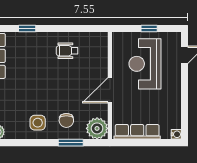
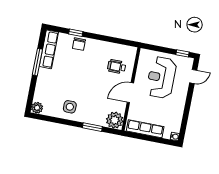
window: (149, 29) -> (182, 53), moved
wheelchair: (67, 51) -> (117, 67), moved
chair: (66, 120) -> (79, 44), moved

